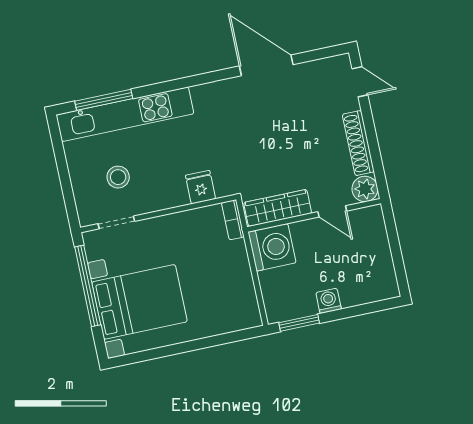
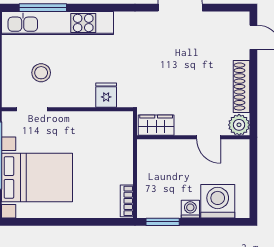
wardrobe: (278, 208) -> (156, 125), width x0.67
bookcase: (233, 220) -> (127, 201), moved
washing machine: (272, 247) -> (218, 201), moved, turned -90

